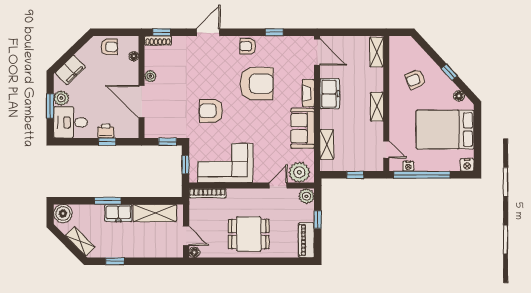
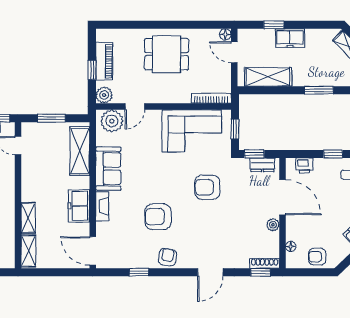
armchair: (248, 46) -> (167, 257), turned -81
armchair: (257, 84) -> (158, 217), width x0.73, depth x0.73
shelving: (377, 107) -> (28, 218), moved
armchair: (211, 111) -> (207, 187), turned 180
printer: (106, 131) -> (305, 166), moved
dresser: (160, 132) -> (262, 165), added
window: (107, 142) -> (333, 154), moved
shelving: (327, 144) -> (80, 151), width x1.50, depth x1.33
window: (355, 175) -> (51, 118), width x1.50
freezer: (118, 213) -> (290, 38), moved, turned 180
piano: (306, 240) -> (104, 61), moved
window: (115, 261) -> (274, 25), moved

